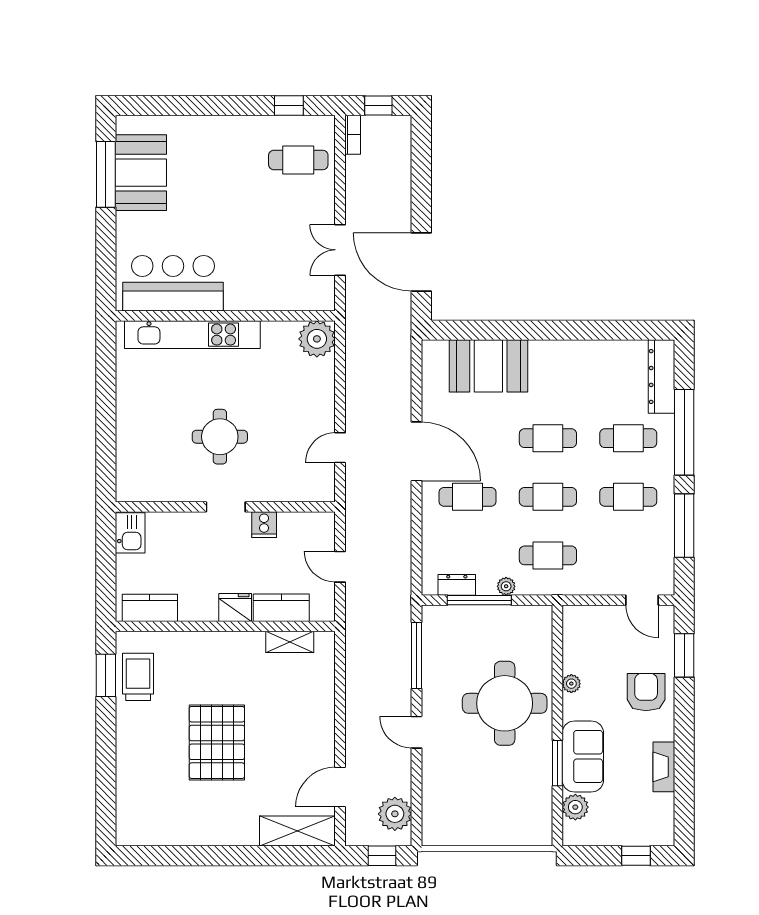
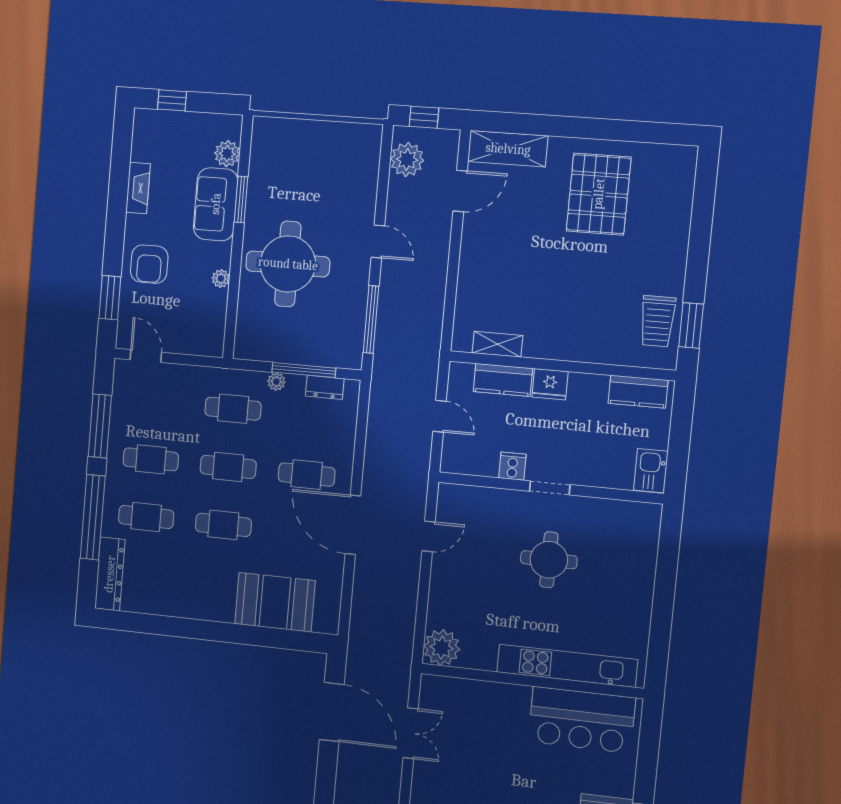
pallet: (217, 742) -> (599, 194), moved

